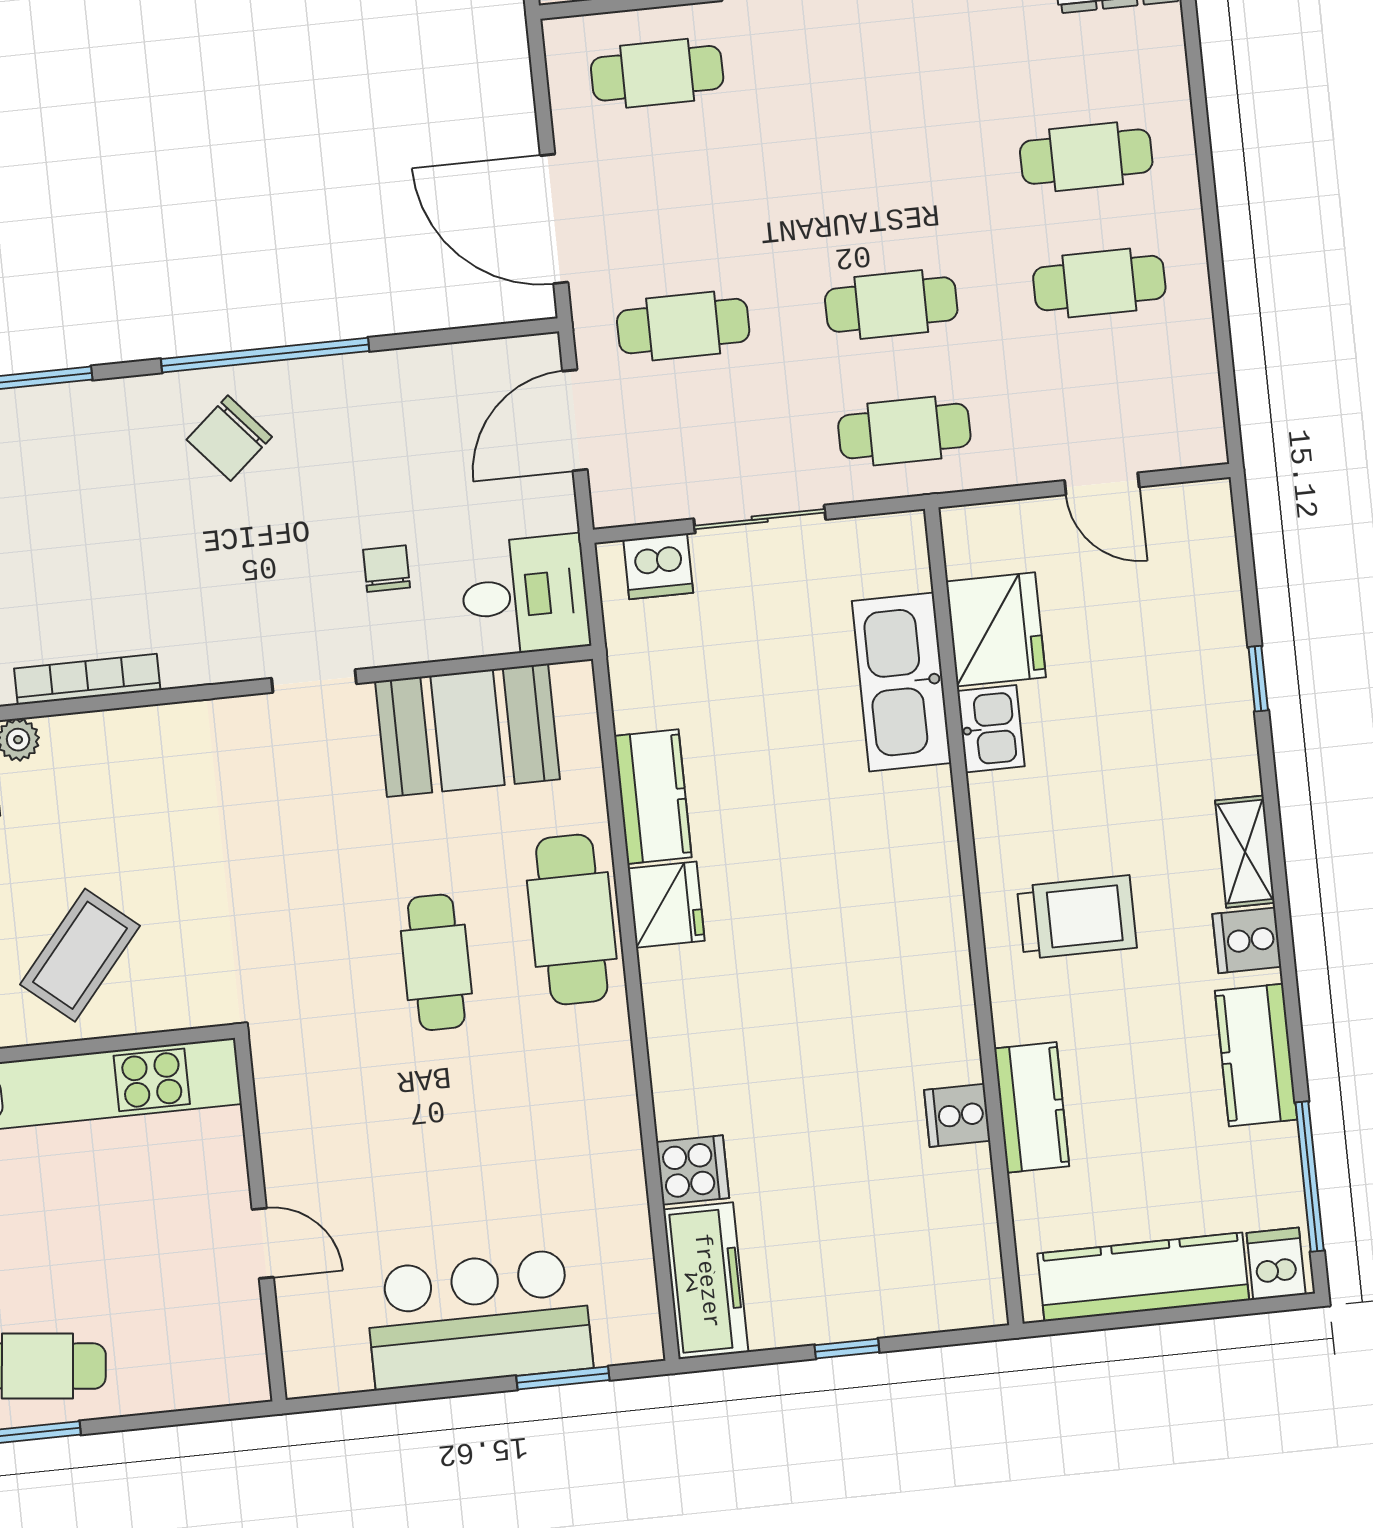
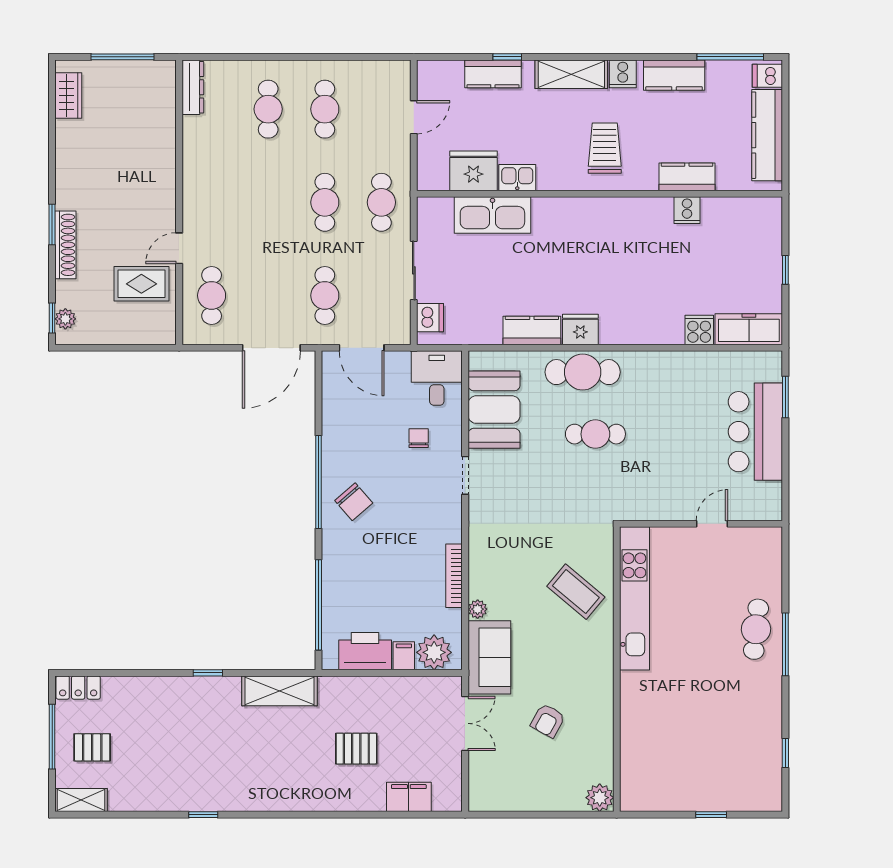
chair: (386, 569) -> (419, 438), turned 90
kitchen counter: (1217, 651) -> (493, 74), added
shelving: (1245, 852) -> (571, 74), width x1.50, depth x1.33

